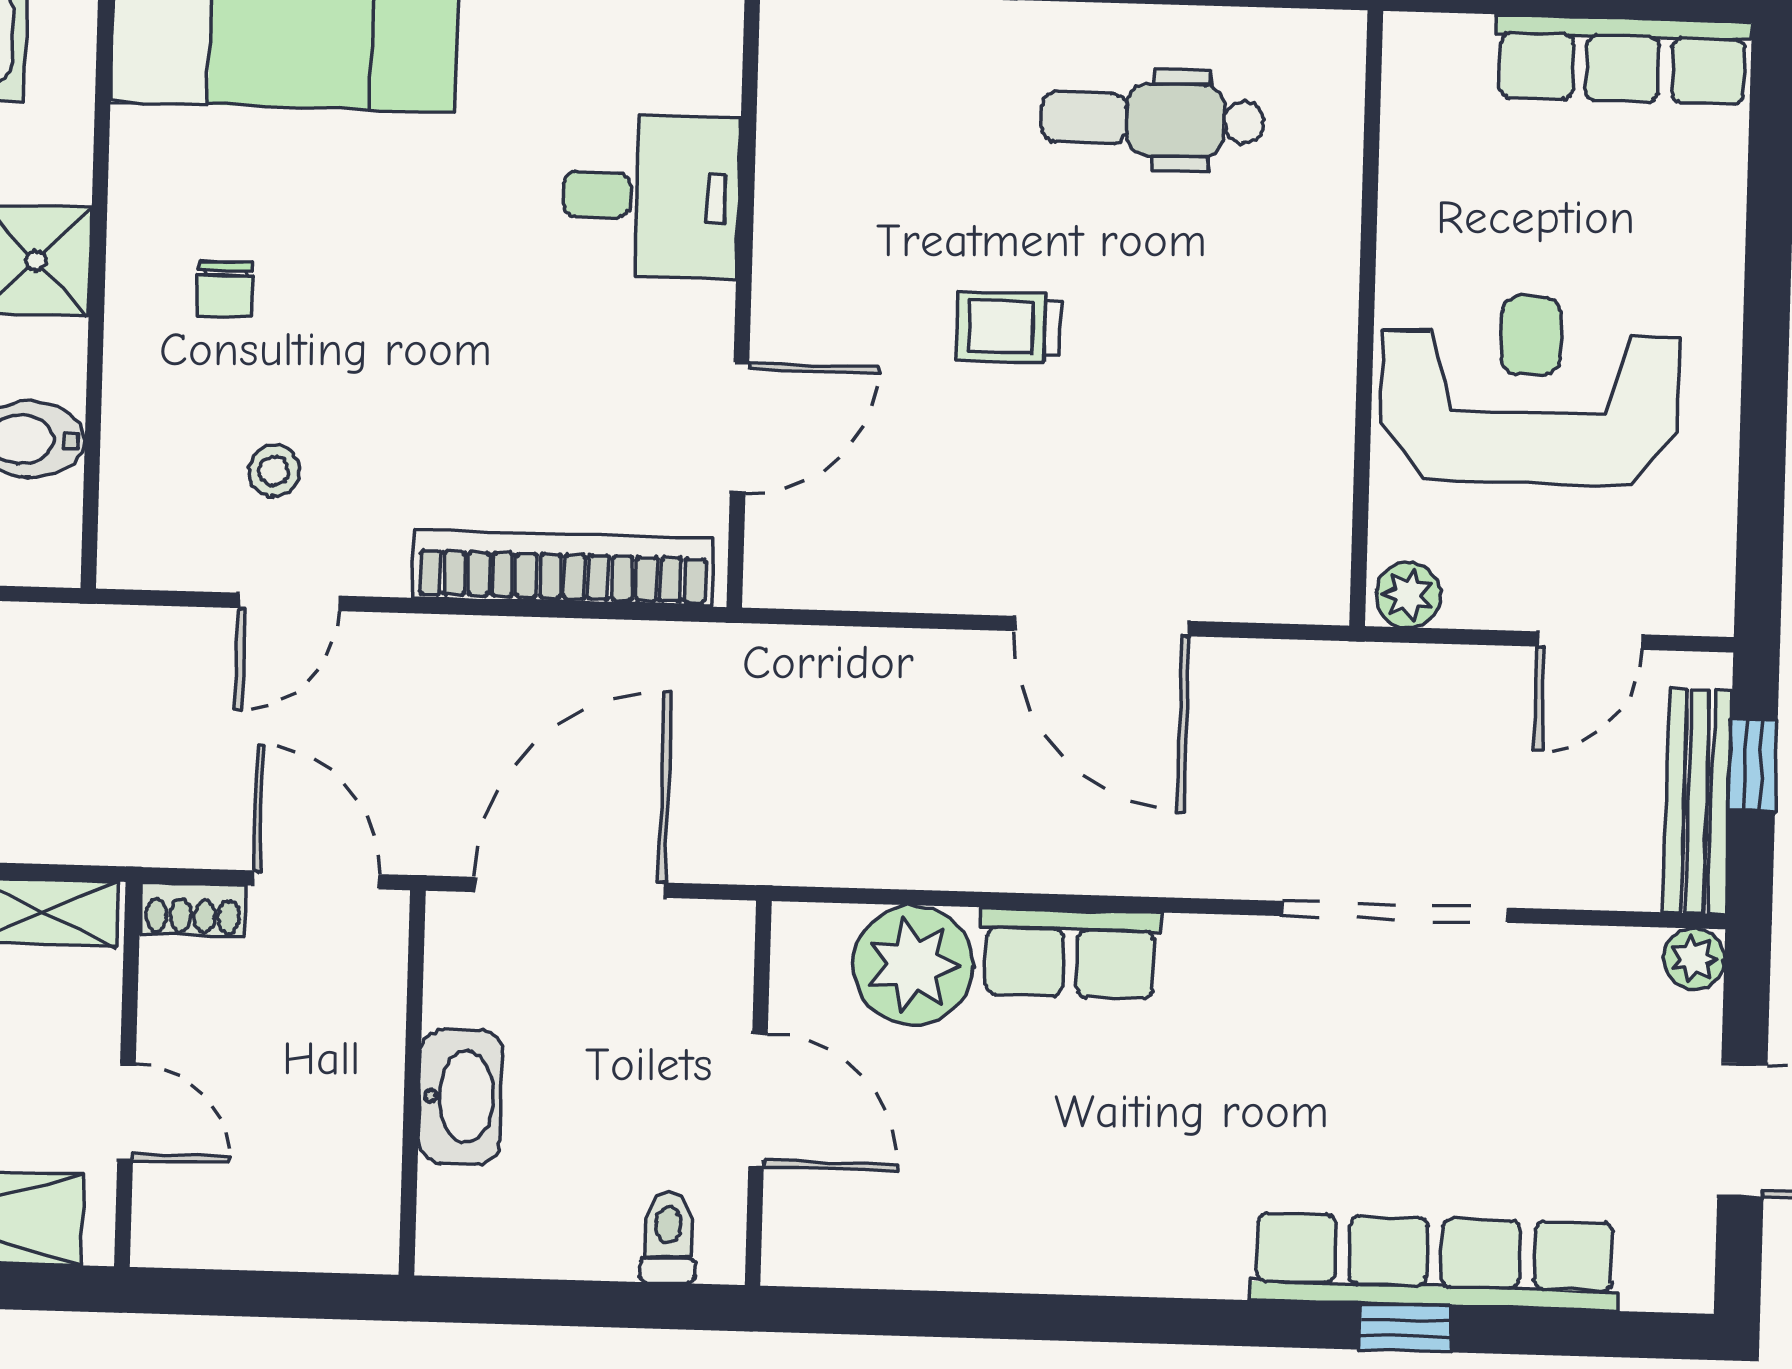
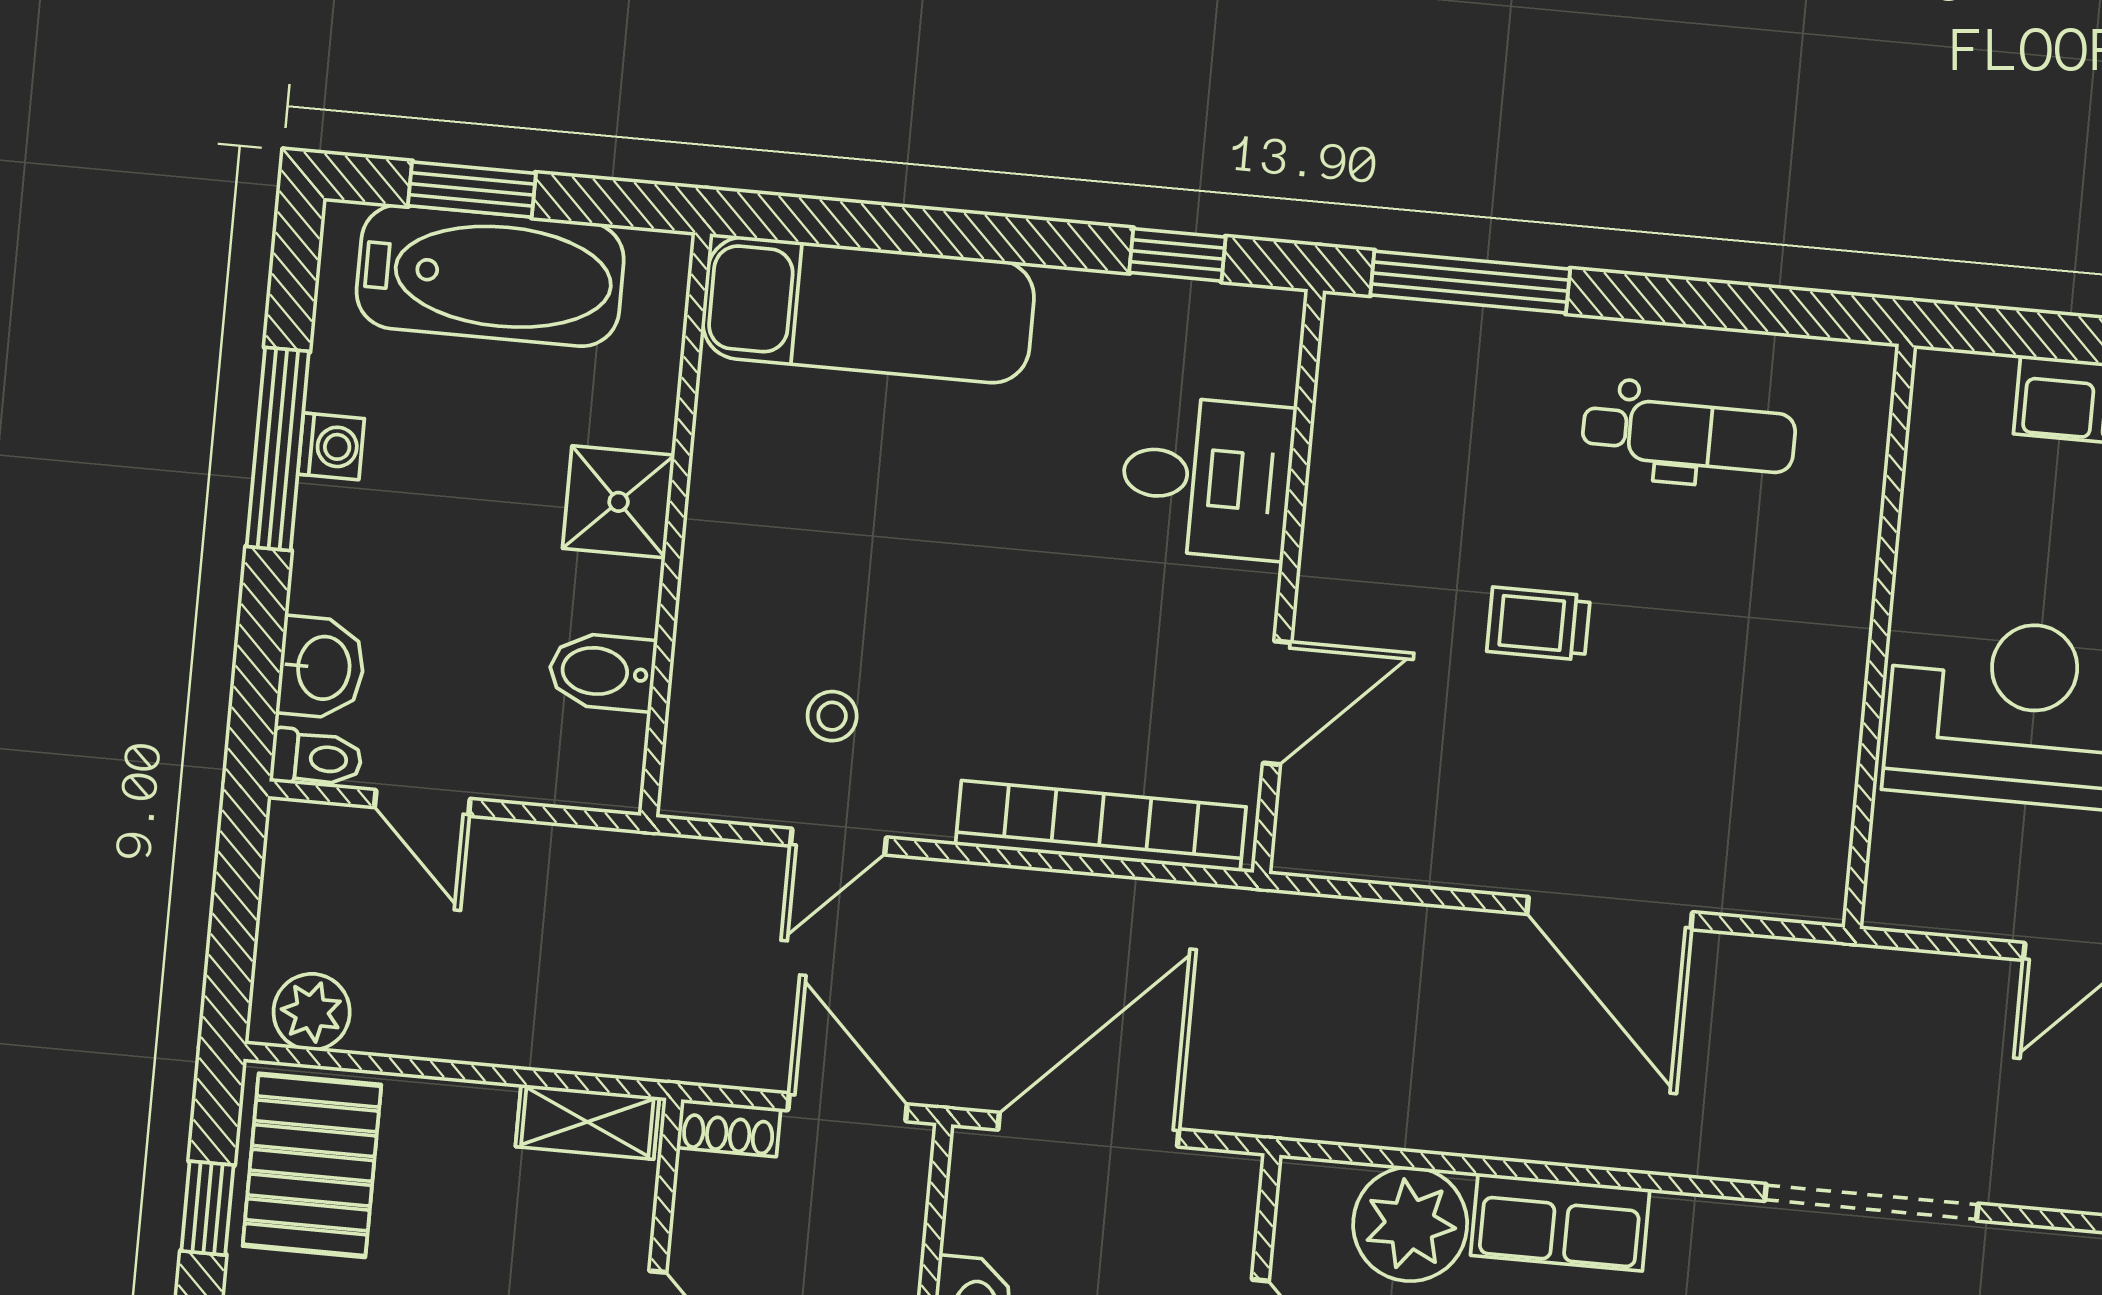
dental chair: (1153, 120) -> (1689, 435), turned 180
chair: (225, 289) -> (796, 540), removed
plant: (1408, 595) -> (1903, 902), removed

